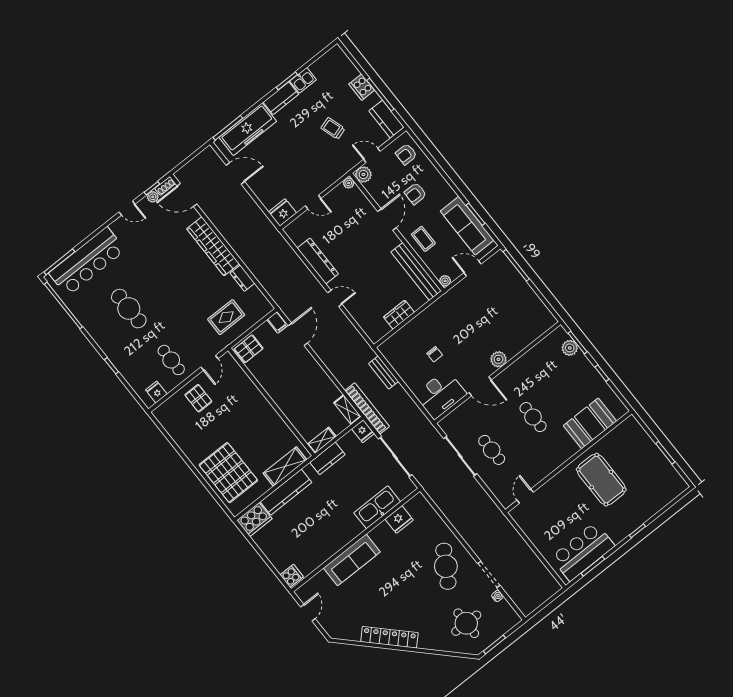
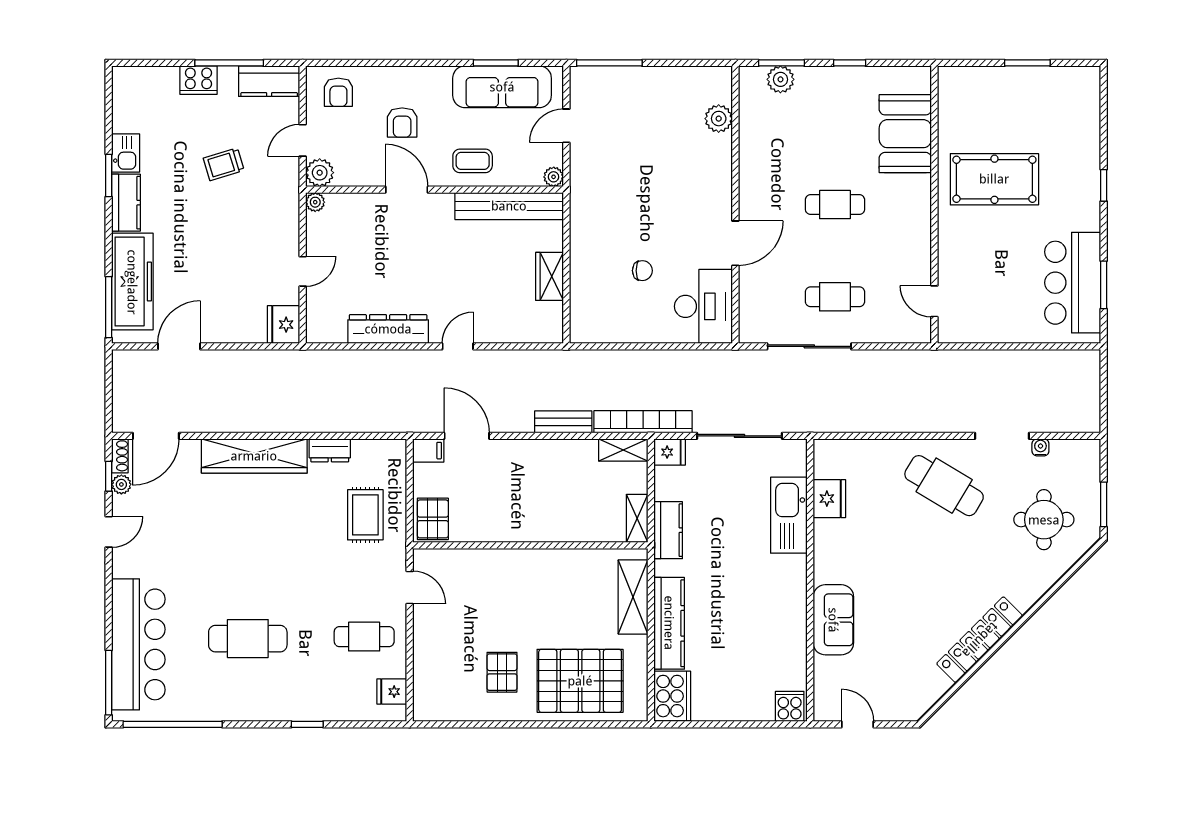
plant: (498, 359) -> (719, 119), moved
bench: (384, 373) -> (563, 422), moved
pallet: (198, 398) -> (502, 672), moved, turned 90
sofa: (352, 560) -> (833, 620), width x0.73

